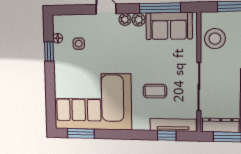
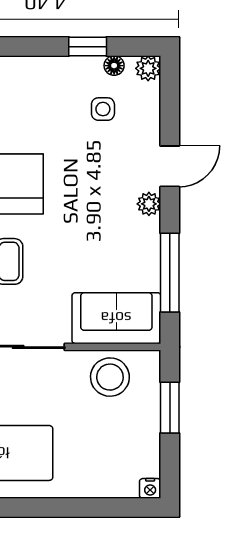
plant: (139, 20) -> (148, 68), moved
sofa: (169, 26) -> (116, 318), moved, turned 90

